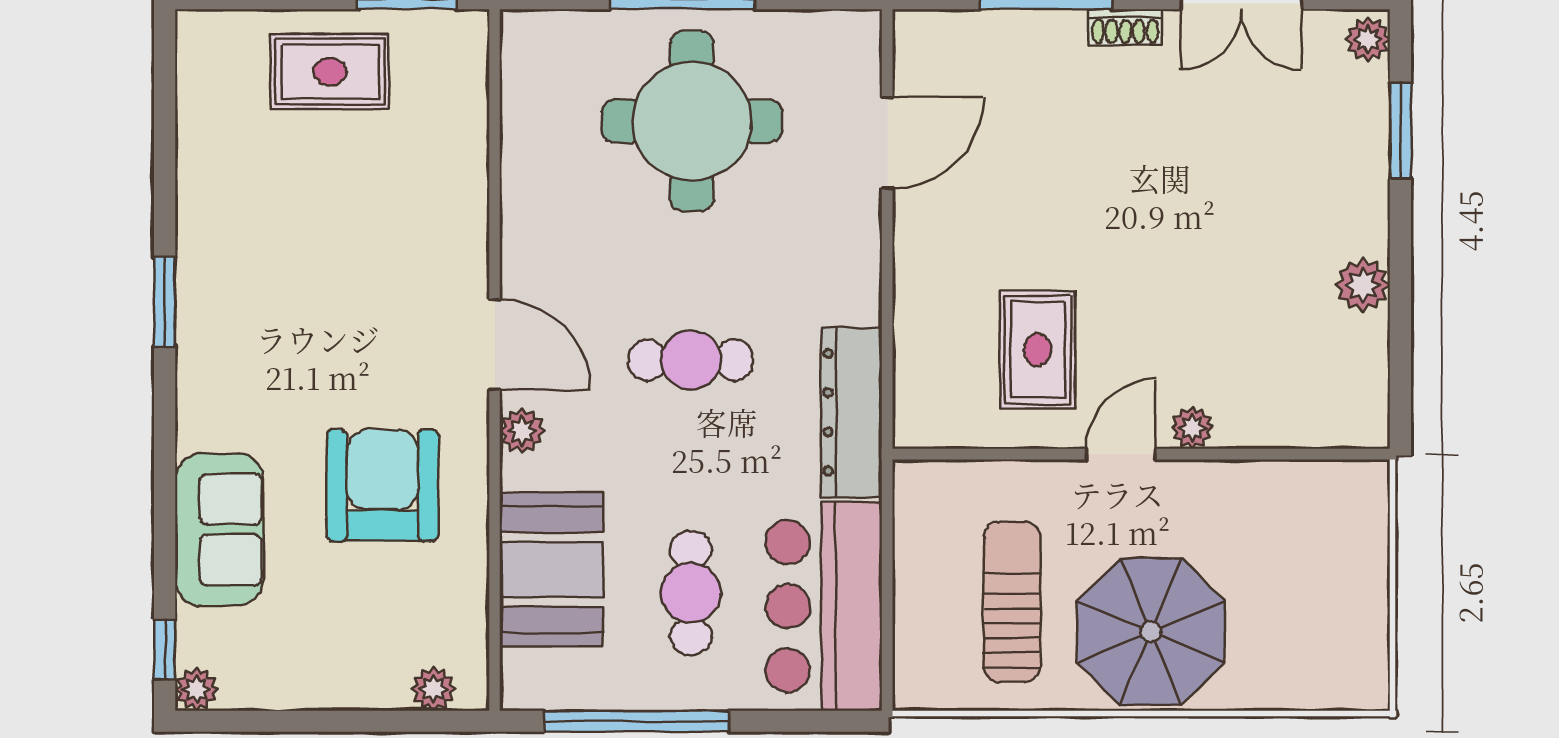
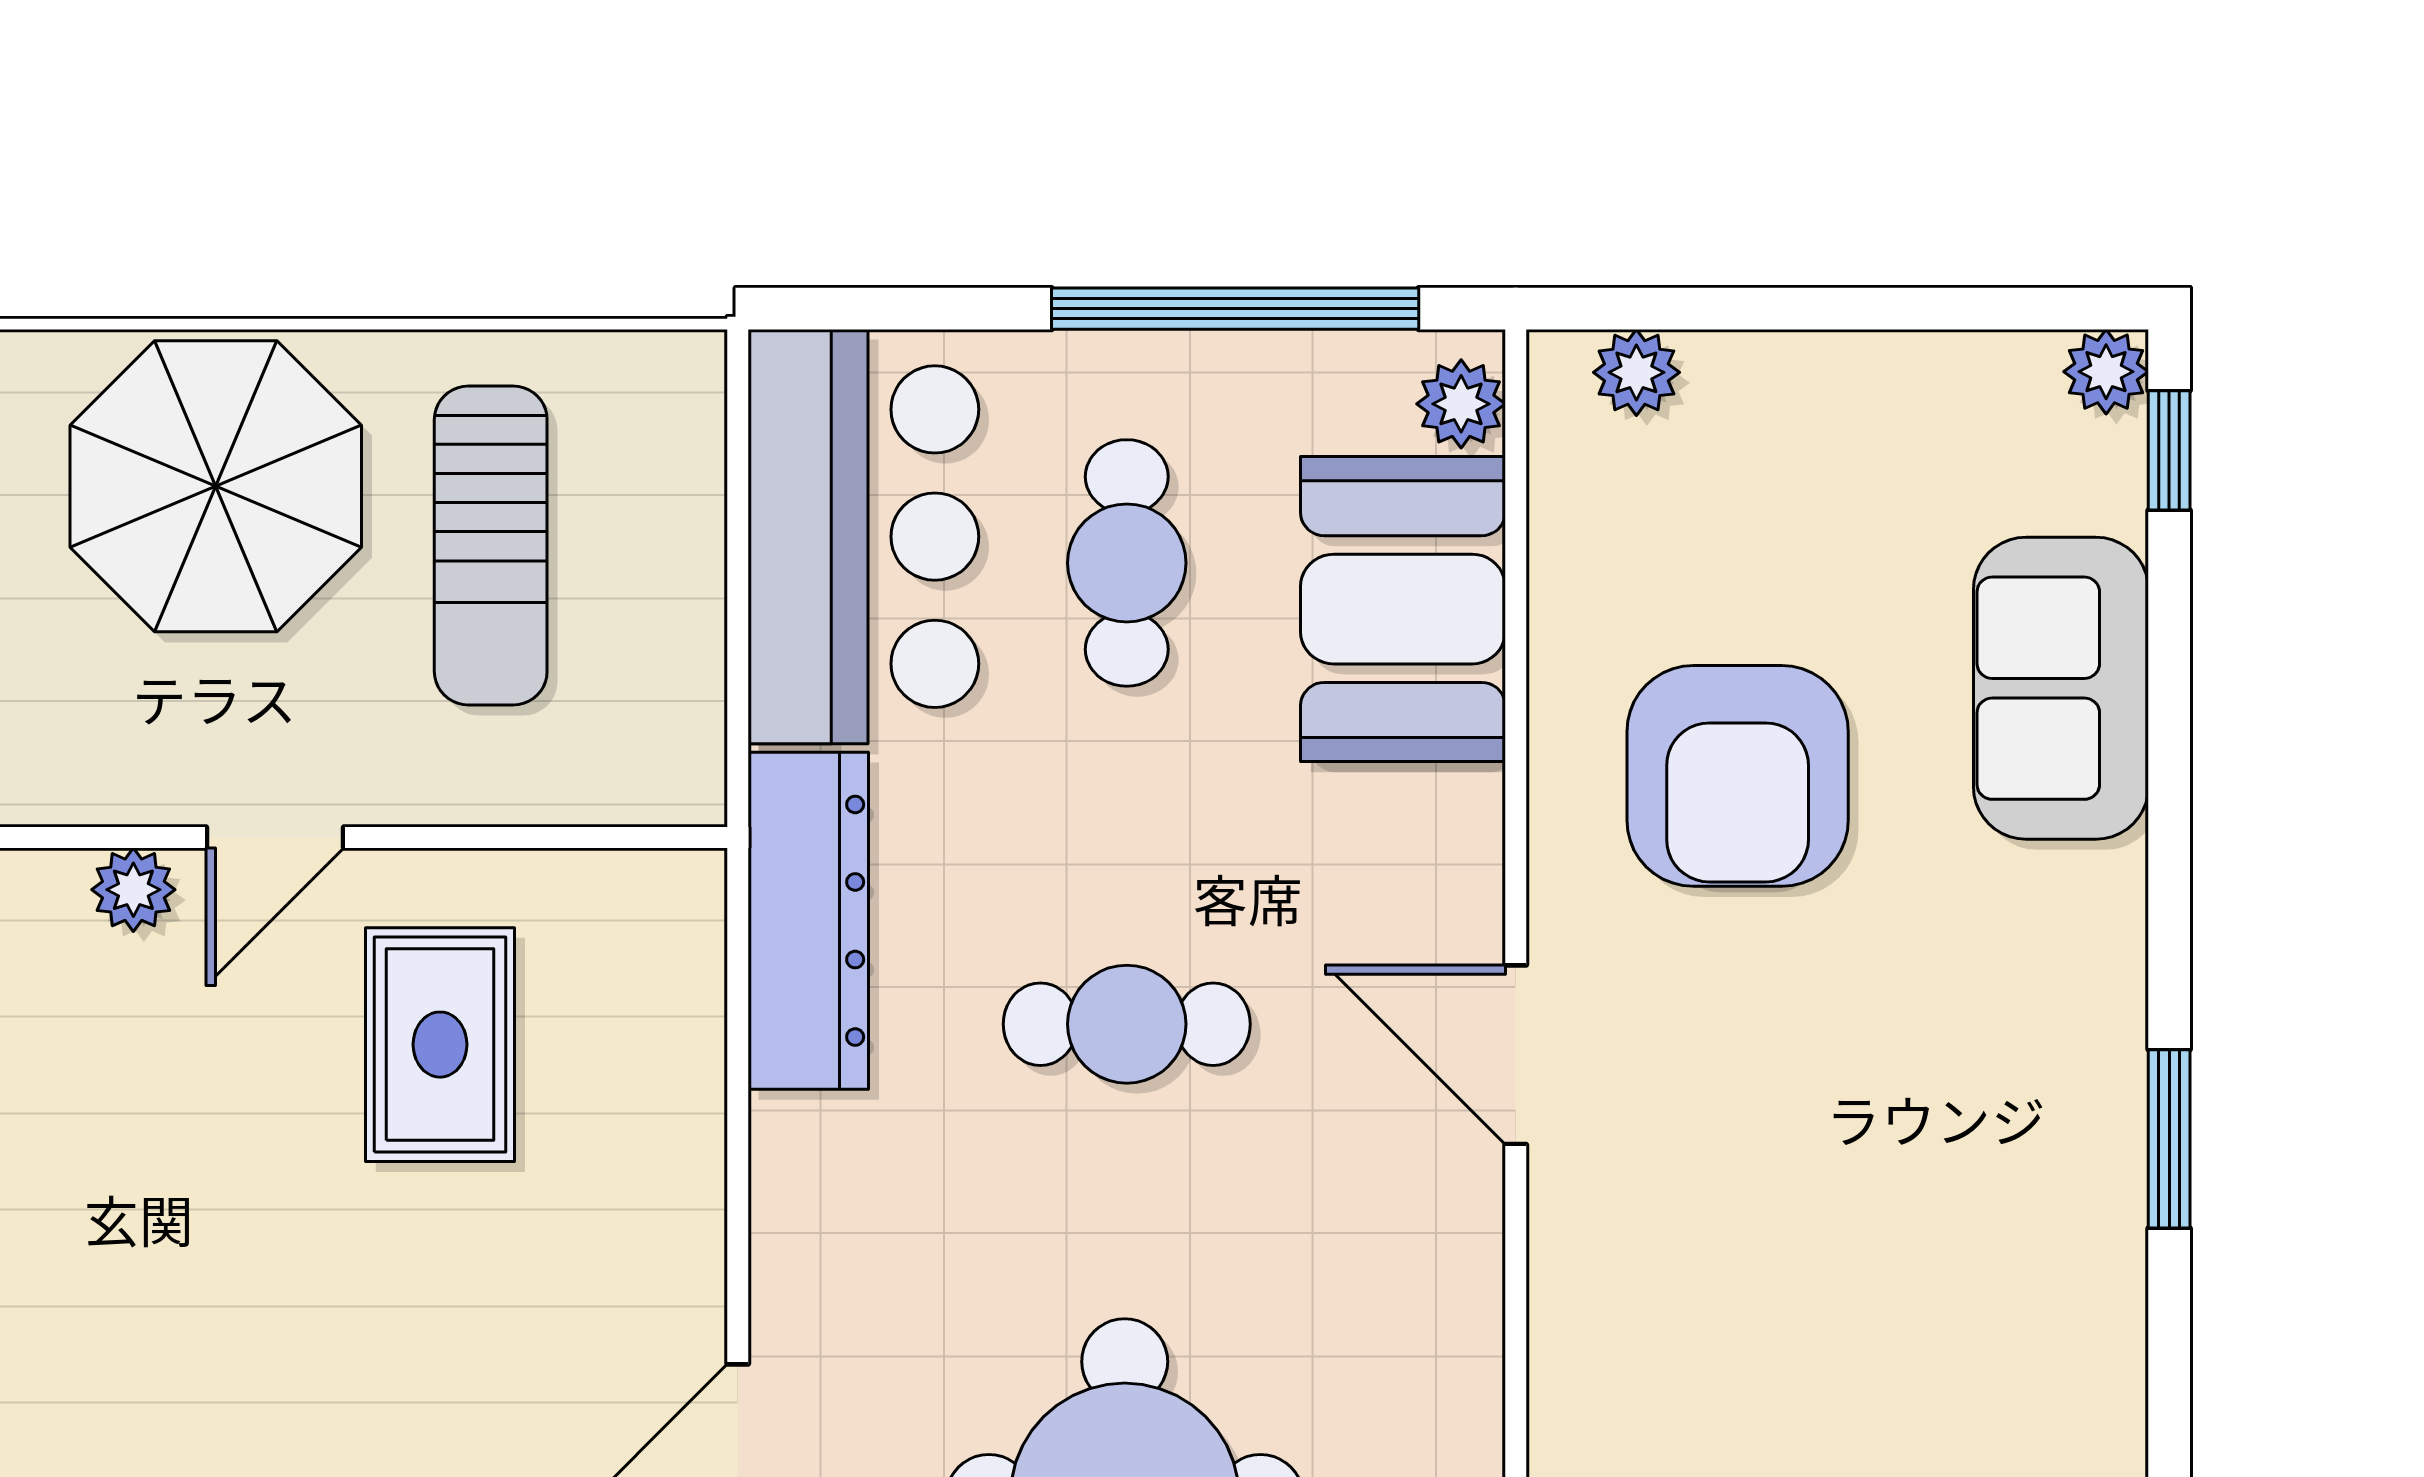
plant: (522, 431) -> (1461, 404), moved

